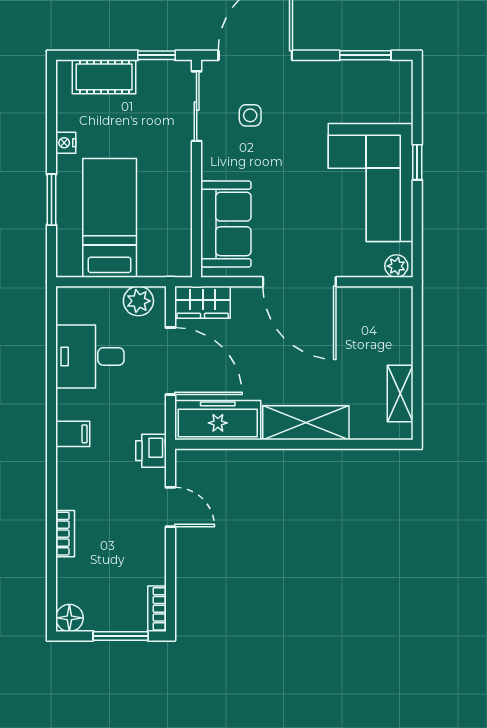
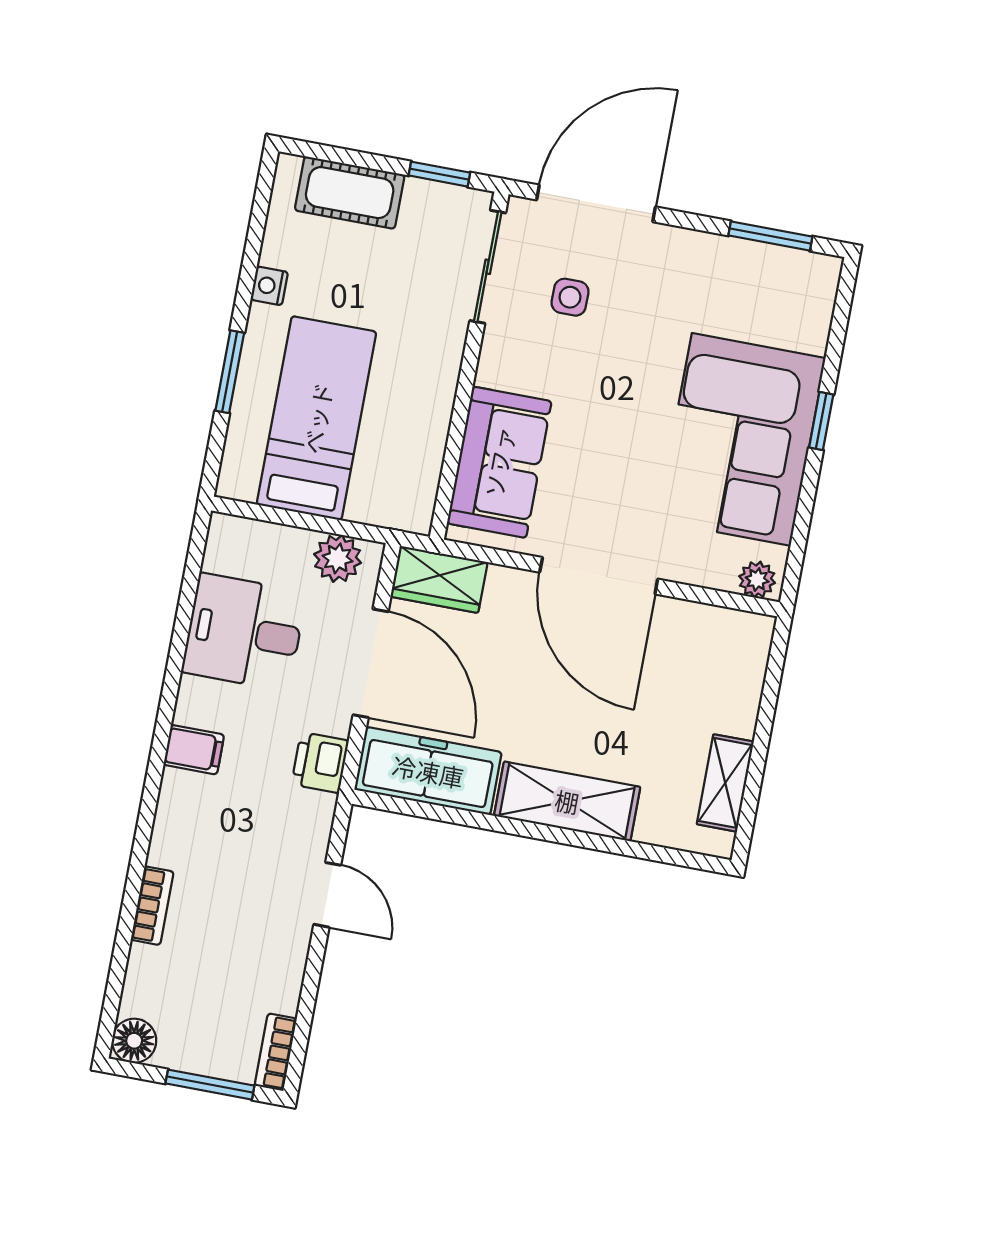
printer: (151, 451) -> (320, 763), moved

